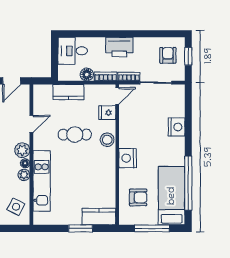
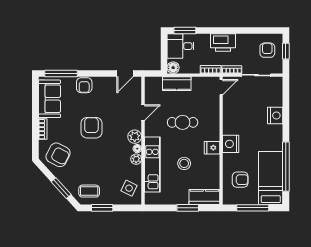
window: (77, 34) -> (185, 31), added
floor lamp: (87, 74) -> (173, 68), moved
fridge: (107, 113) -> (212, 148), moved
stool: (107, 140) -> (184, 163), moved

